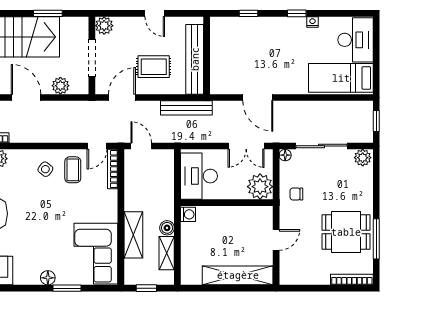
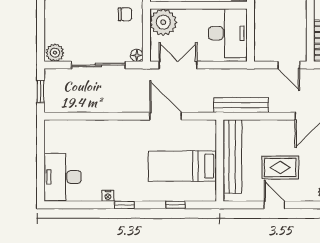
rug: (154, 67) -> (280, 168), moved
bed: (341, 78) -> (182, 166), moved, turned 180

